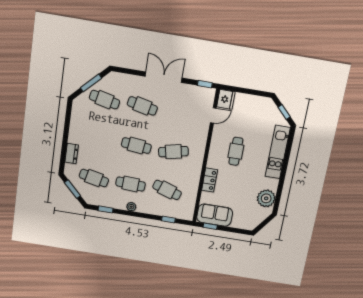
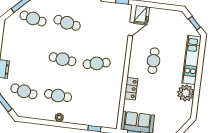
cafe table: (167, 190) -> (92, 100), removed
plant: (266, 198) -> (186, 93), moved
window: (106, 209) -> (35, 121), removed

